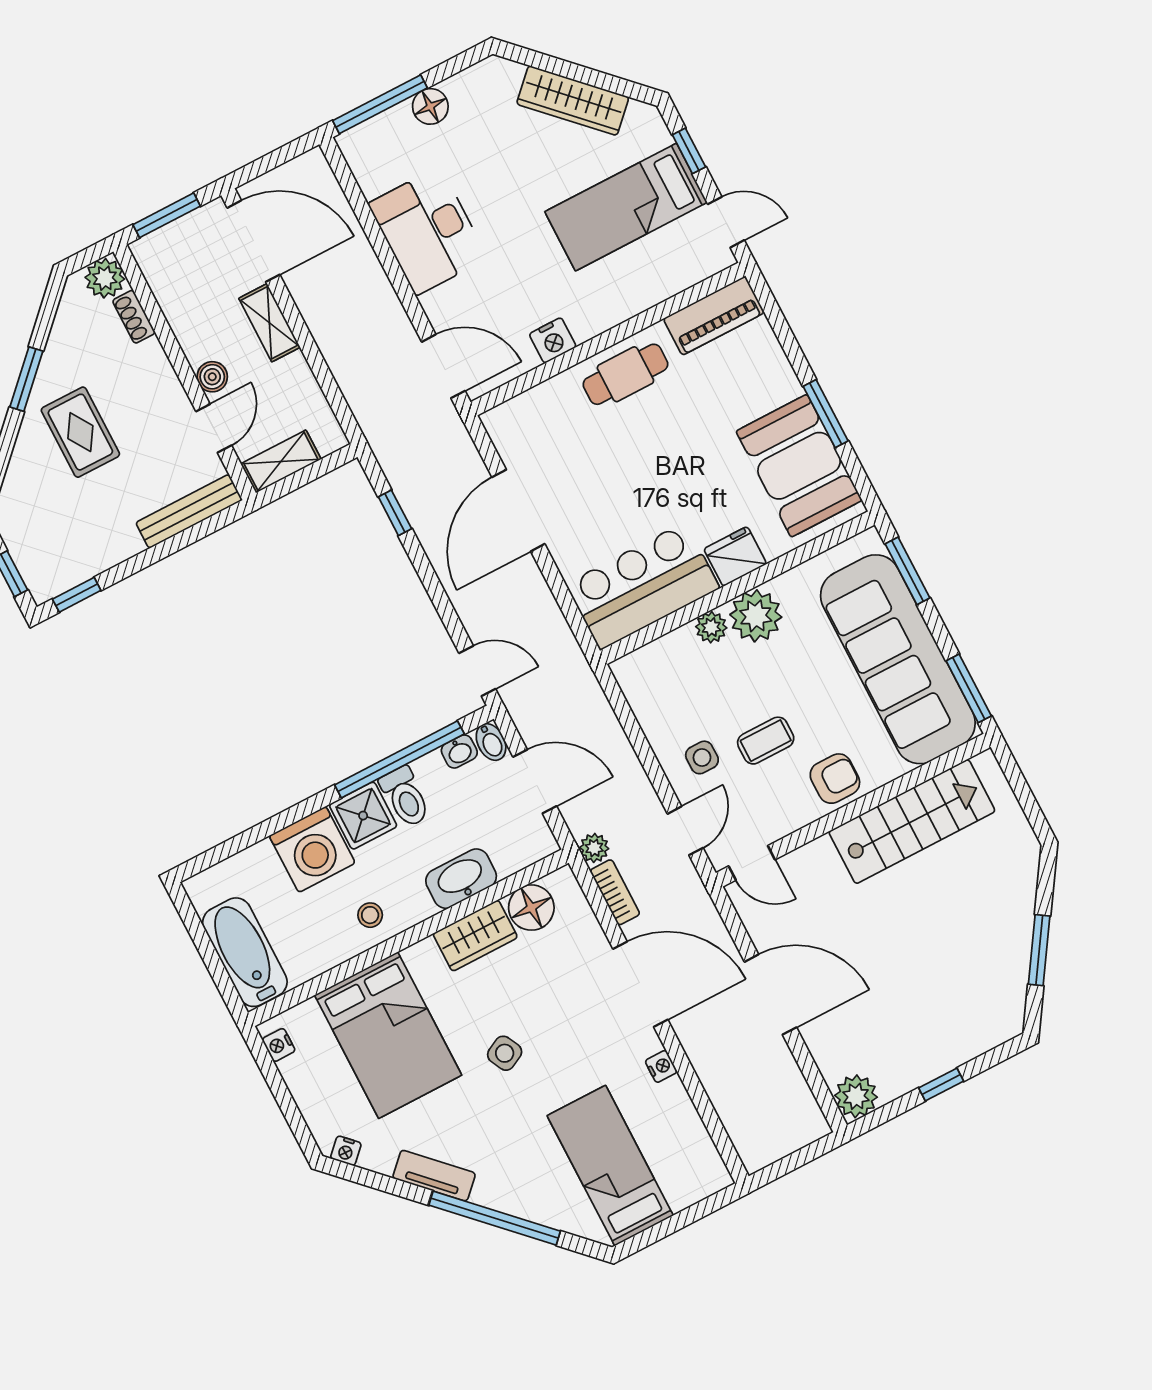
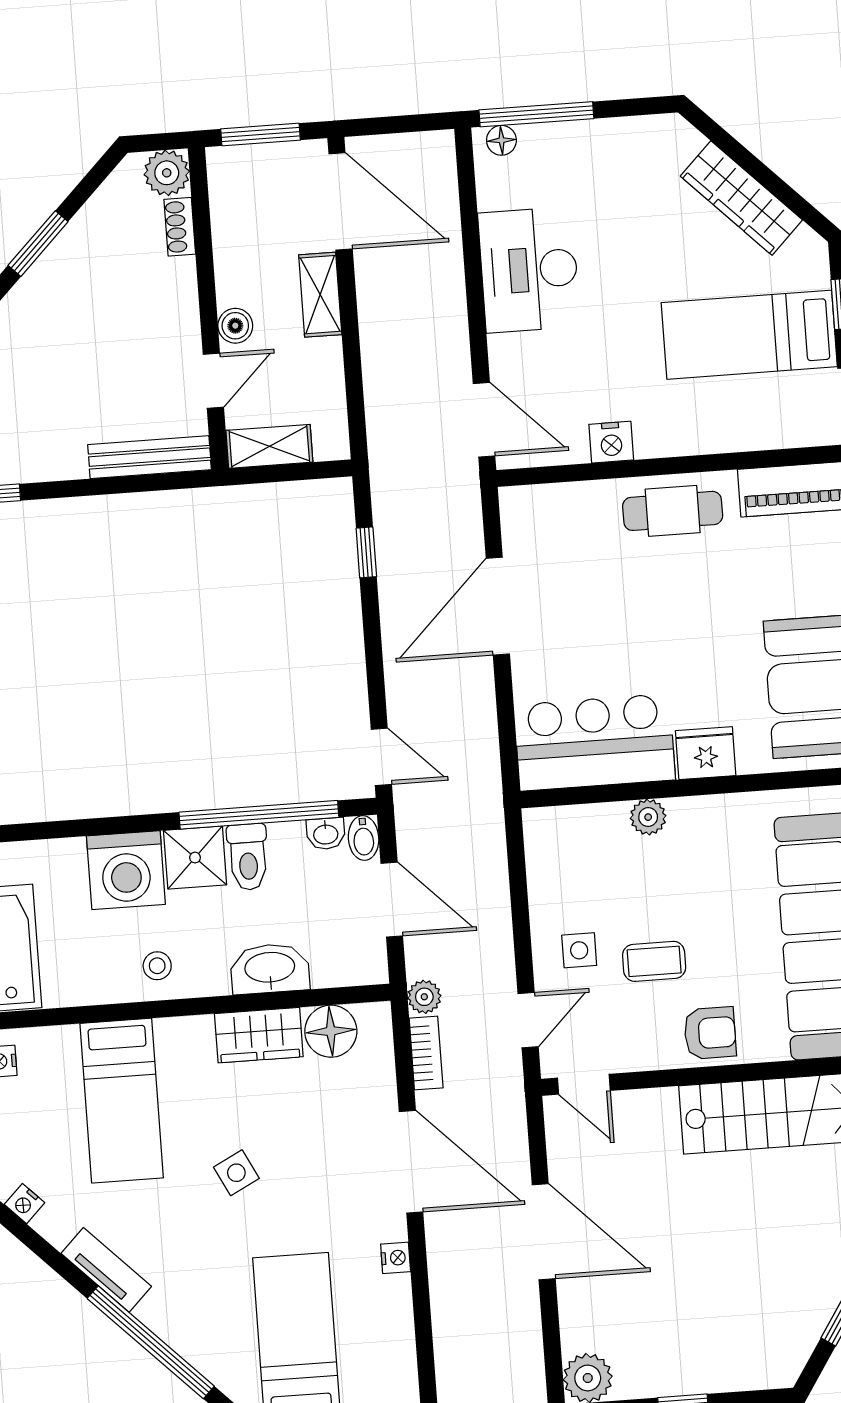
floor lamp: (430, 106) -> (501, 140), moved, width x0.73, depth x0.73
rug: (80, 432) -> (71, 324), removed
plant: (756, 616) -> (700, 825), removed
bed: (388, 1035) -> (122, 1101), width x0.67

